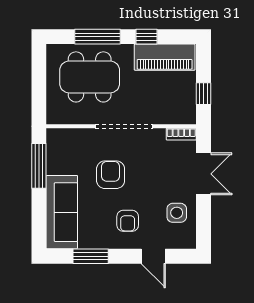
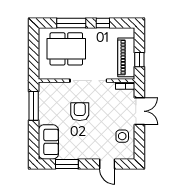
piano: (165, 57) -> (126, 57), moved, turned 90
sofa: (62, 212) -> (48, 142), width x0.73
armchair: (128, 221) -> (91, 141), removed

